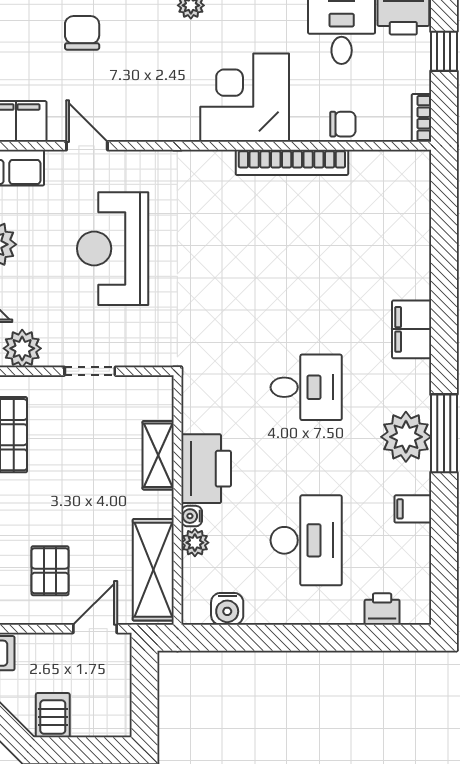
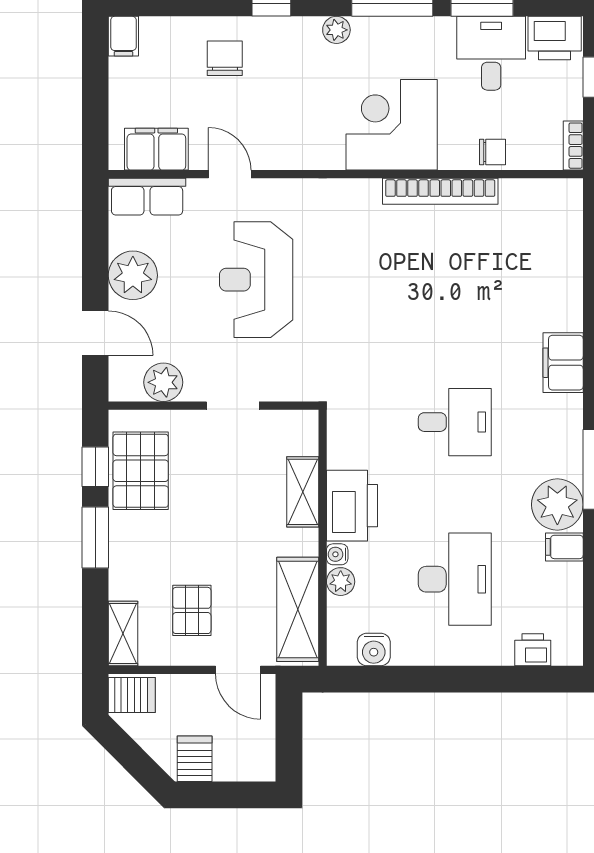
plant: (406, 437) -> (557, 505), moved
door: (95, 629) -> (238, 670), swing flipped

